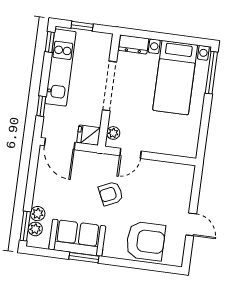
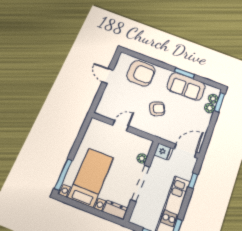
plant: (113, 133) -> (142, 158), moved
door: (60, 144) -> (185, 151), hinge flipped
door: (130, 153) -> (121, 126), moved
armchair: (146, 241) -> (141, 73), turned 180

